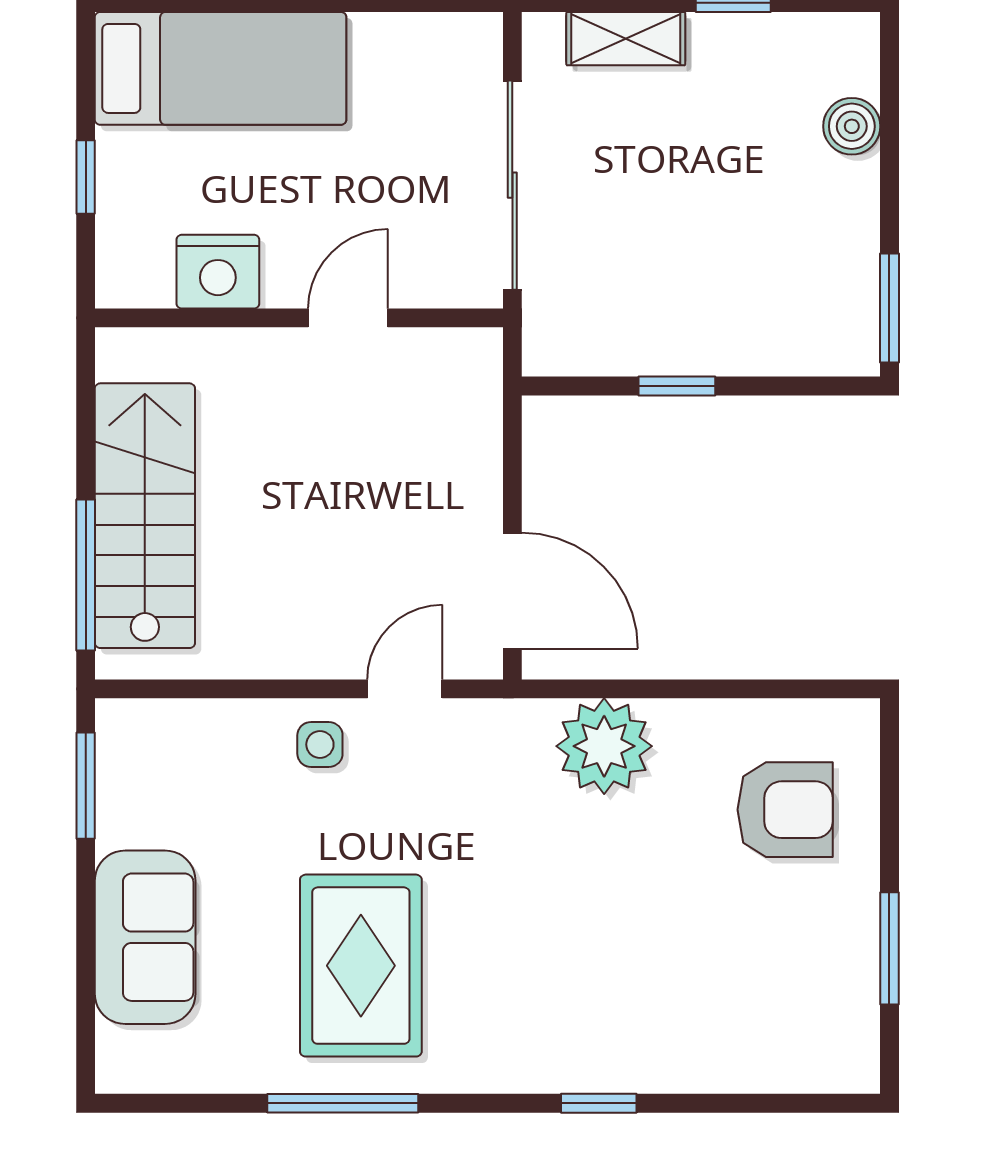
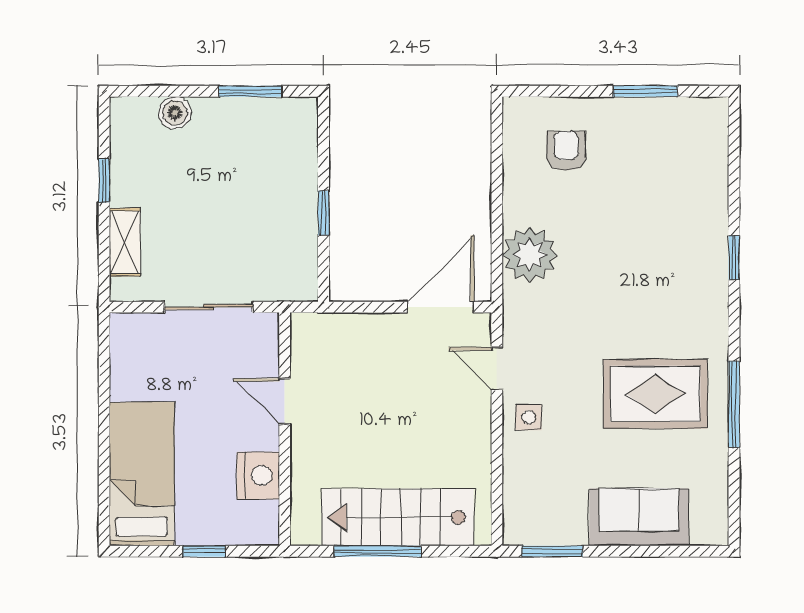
sliding door: (512, 185) -> (209, 307), width x0.73
window: (889, 308) -> (250, 91), moved
window: (86, 575) -> (378, 551), moved
armchair: (785, 810) -> (566, 151), width x0.72, depth x0.72

